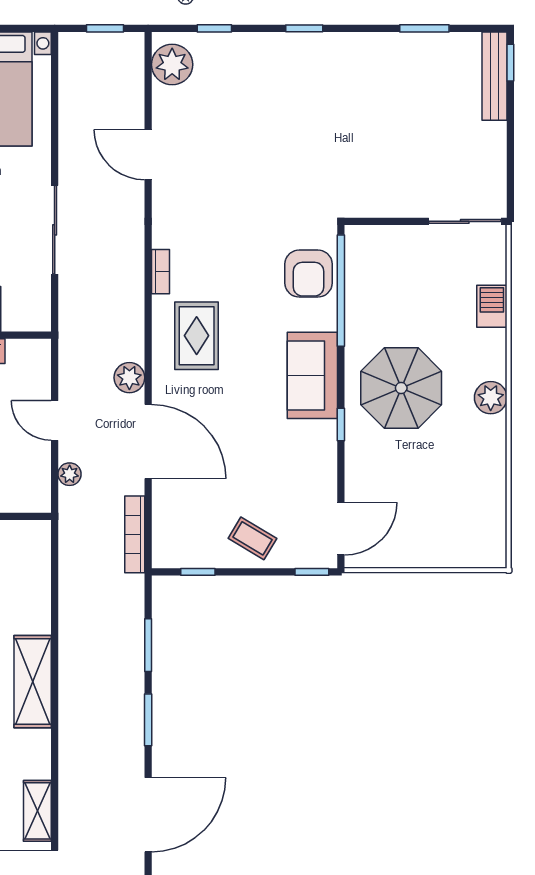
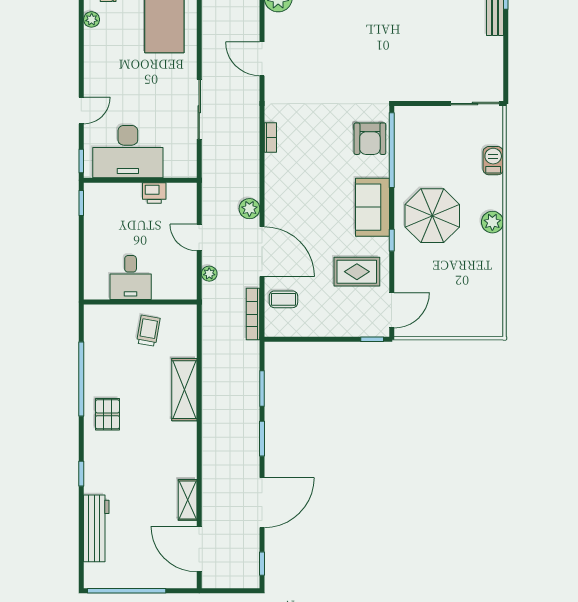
rug: (197, 336) -> (357, 272), moved, turned 90
coffee table: (252, 538) -> (283, 299), moved, turned -31
window: (198, 572) -> (296, 339), removed
shelving: (33, 682) -> (184, 390), moved

